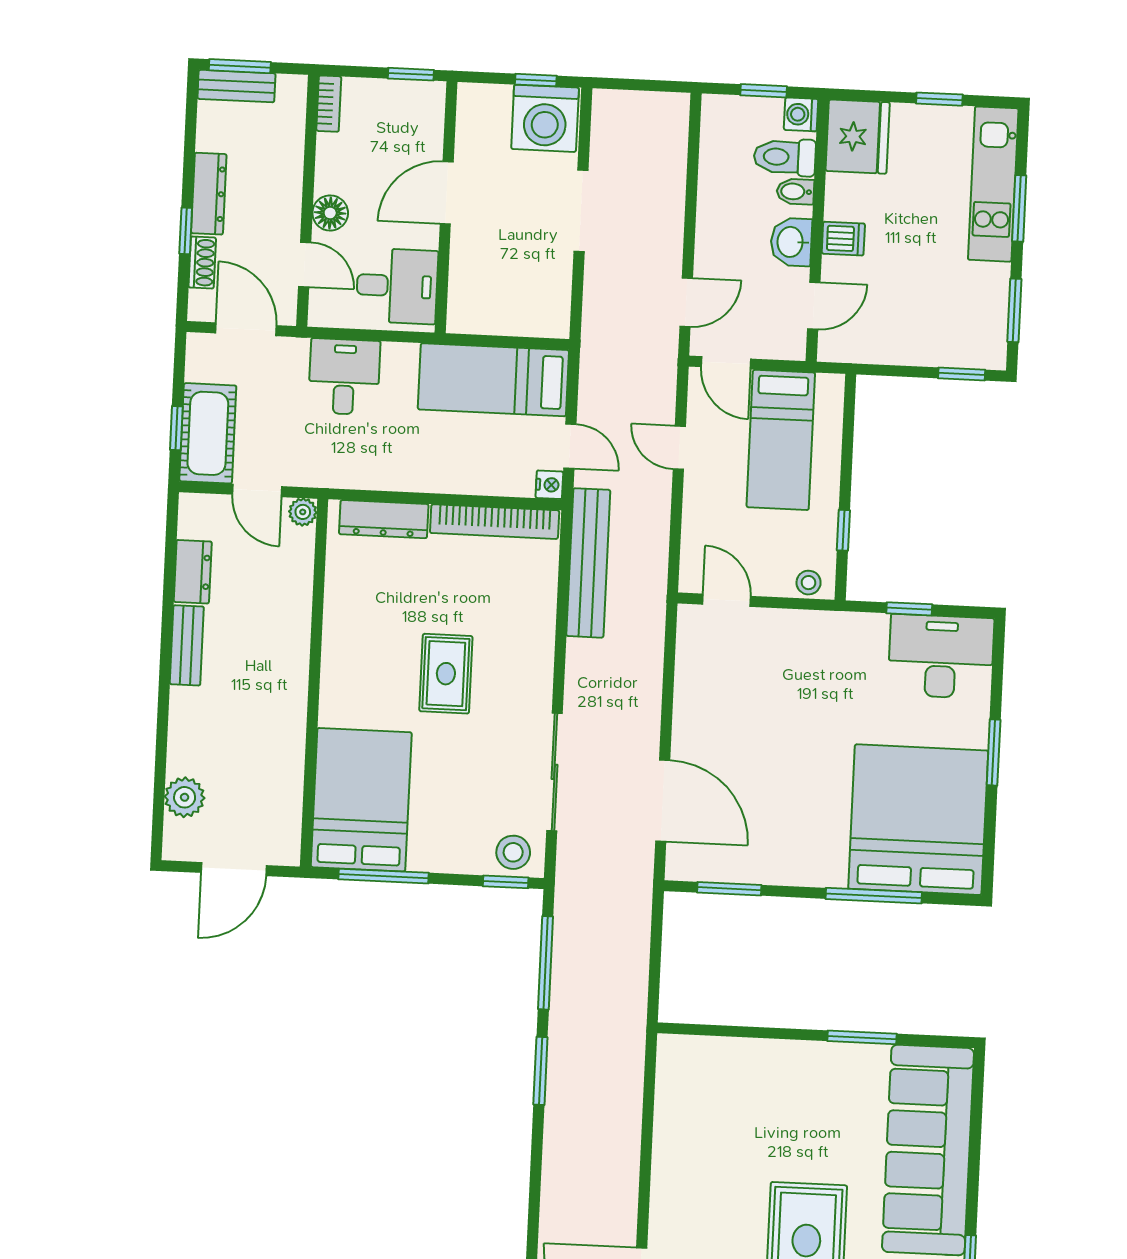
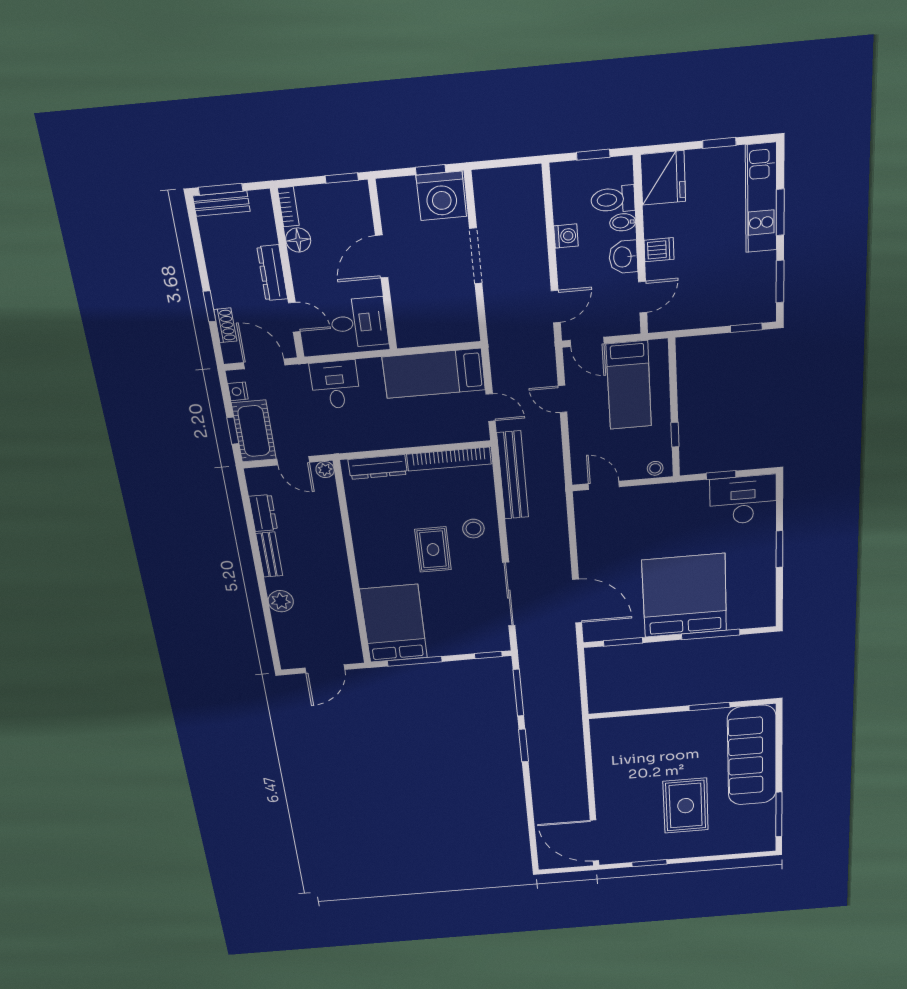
washing machine: (801, 114) -> (566, 236), moved, turned 180
dresser: (209, 194) -> (272, 273), moved, turned 180
floor lamp: (330, 213) -> (298, 240), moved
nightstand: (549, 485) -> (238, 391), moved, turned 180
plant: (185, 797) -> (281, 601), moved
bed: (918, 820) -> (684, 596), moved
stool: (513, 852) -> (473, 529), moved

